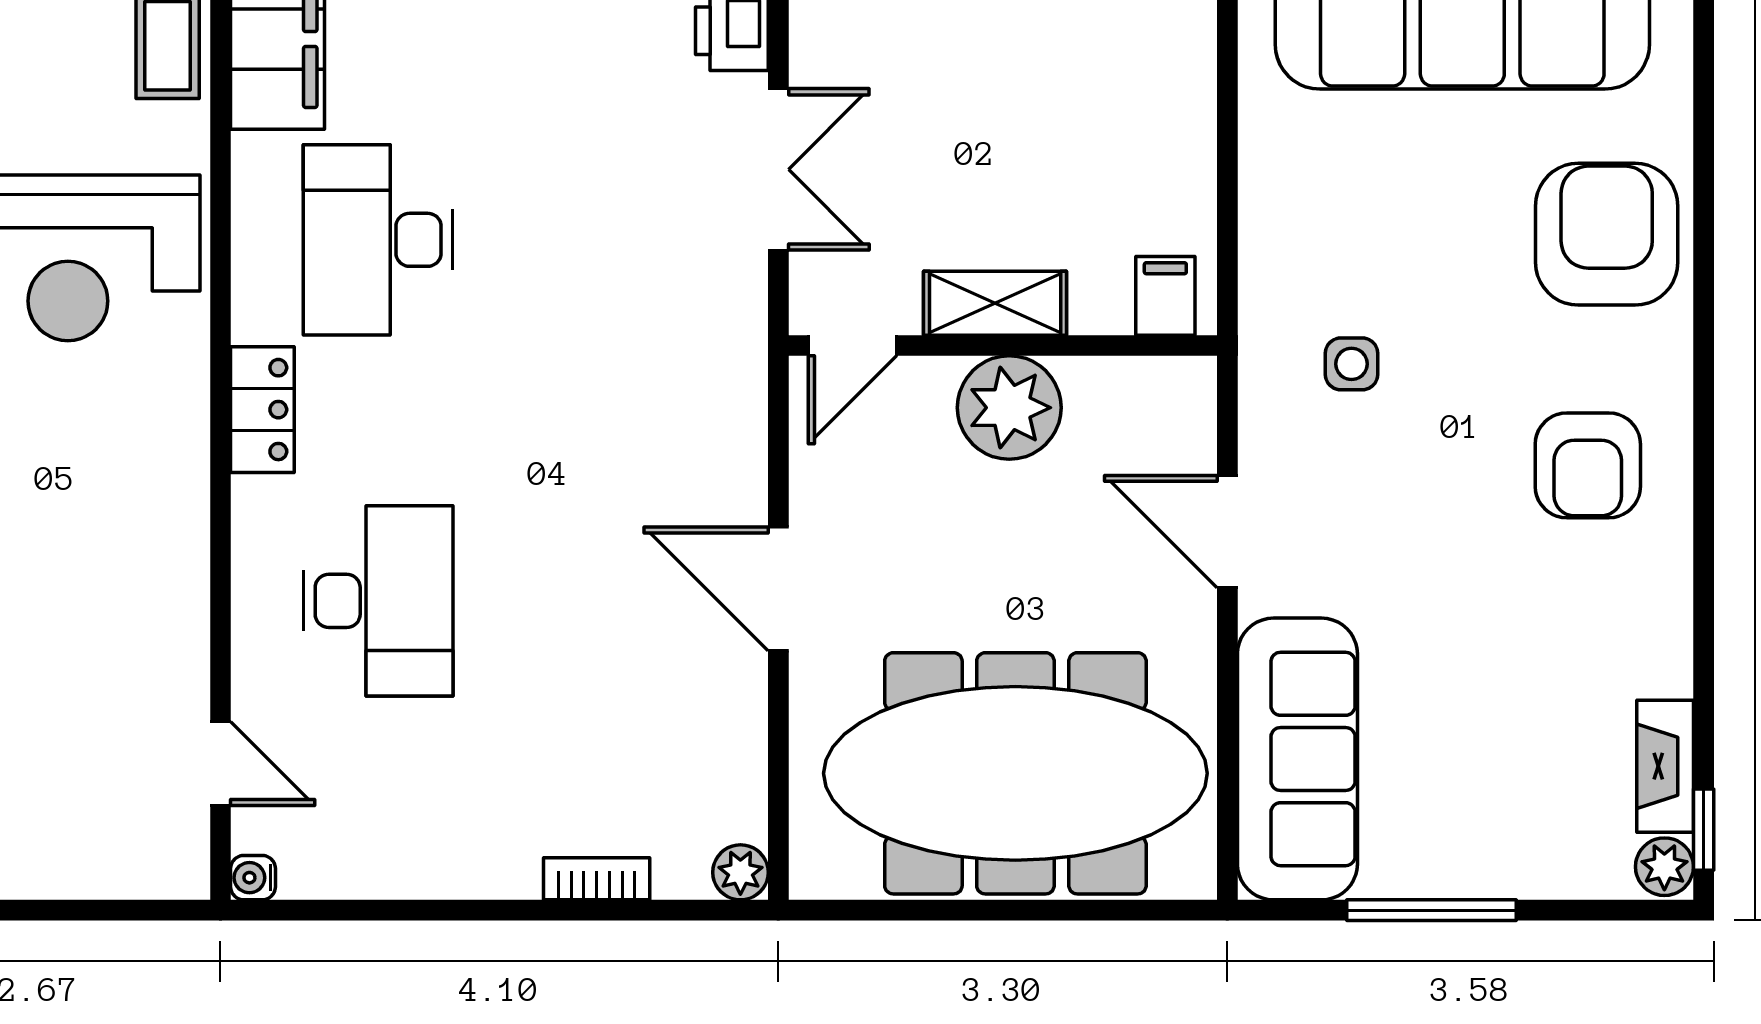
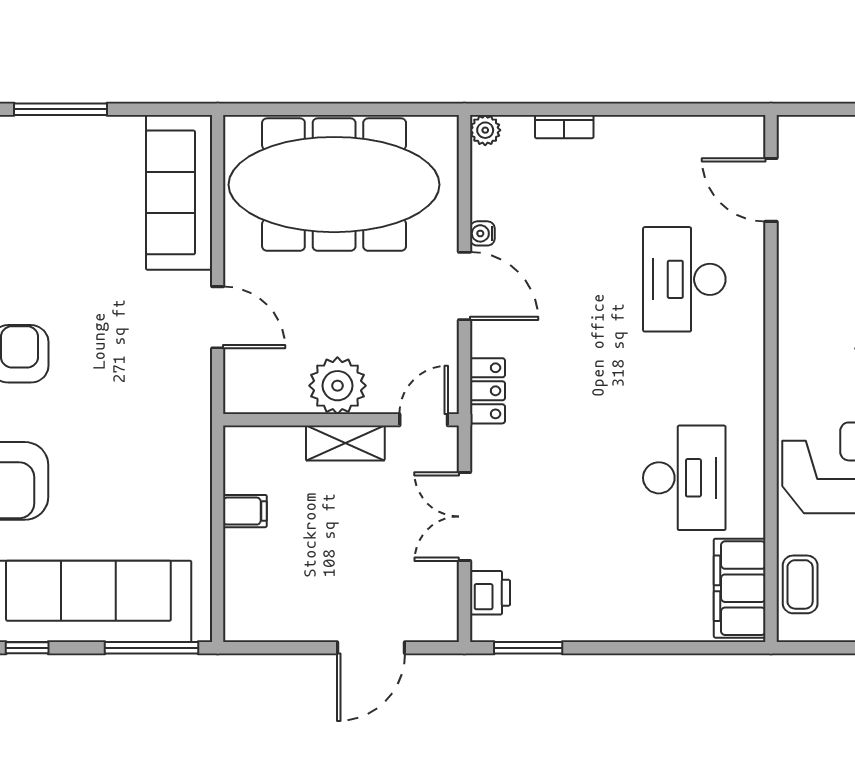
filing cabinet: (1165, 296) -> (245, 511), moved, turned -90
side table: (1351, 364) -> (149, 410), removed
locker: (262, 410) -> (487, 391), moved, turned 180
door: (220, 764) -> (771, 190), width x1.38
water cooler: (253, 878) -> (482, 233), moved, turned 180
window: (1431, 910) -> (61, 109), moved

